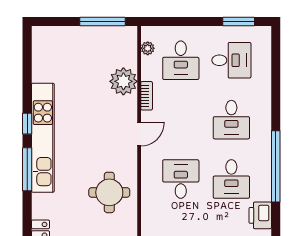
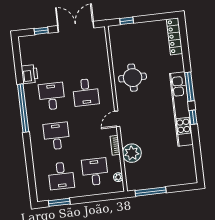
desk: (231, 60) -> (61, 176), turned -90

